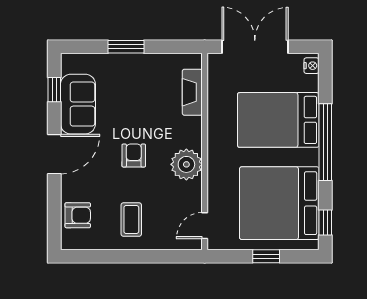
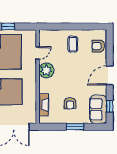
sofa: (78, 104) -> (98, 109), moved
armchair: (134, 155) -> (70, 103), moved
door: (205, 226) -> (38, 53), moved

